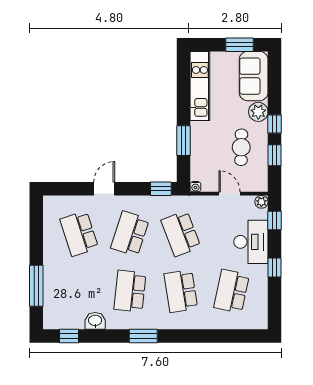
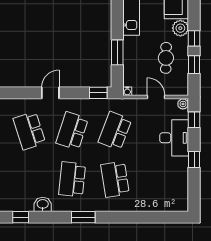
school desk: (181, 234) -> (115, 131), turned 42
school desk: (232, 291) -> (158, 179), removed

